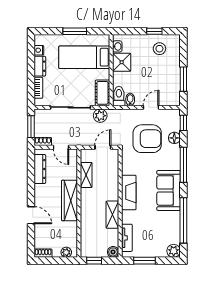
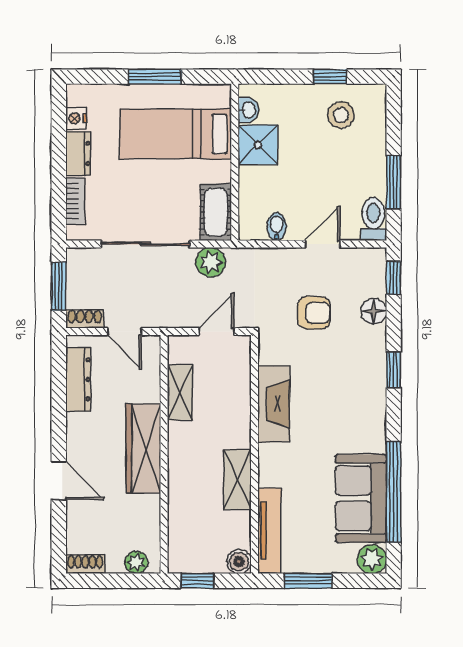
toilet: (119, 96) -> (373, 219), moved
armchair: (147, 139) -> (314, 313), width x0.53, depth x0.53
window: (183, 165) -> (394, 370), width x0.46
sofa: (169, 190) -> (361, 498), moved
fireplace: (129, 192) -> (274, 404), moved
tv unit: (127, 238) -> (269, 531), width x1.41

